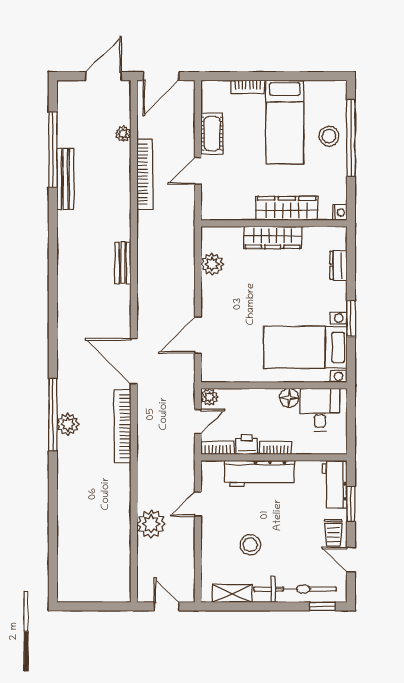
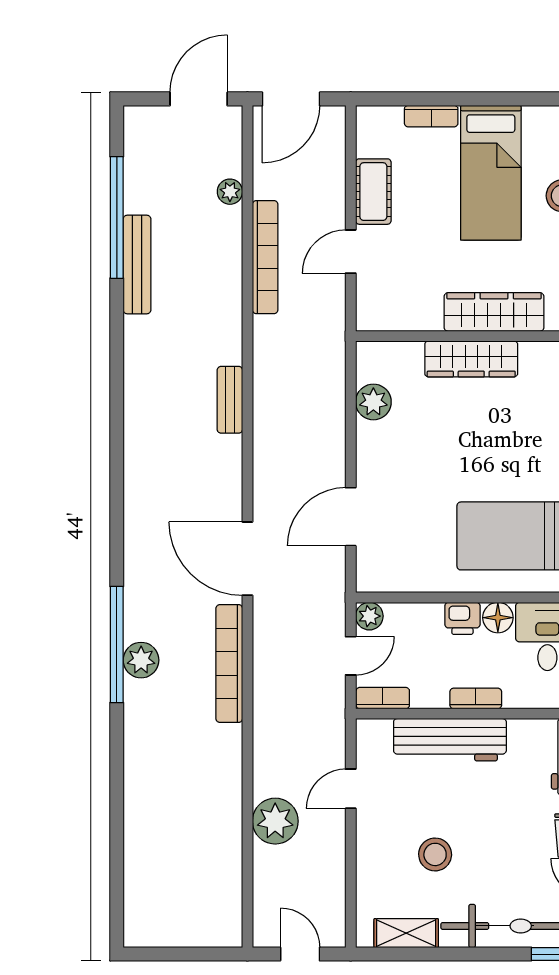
printer: (247, 444) -> (462, 618), moved, turned 180

